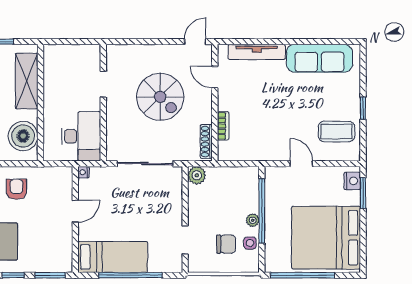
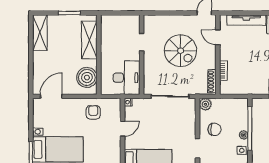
armchair: (16, 189) -> (93, 112), moved
chair: (226, 244) -> (215, 129), moved

